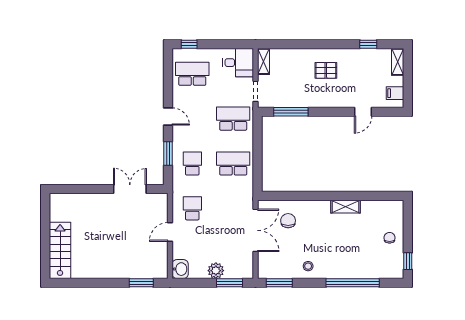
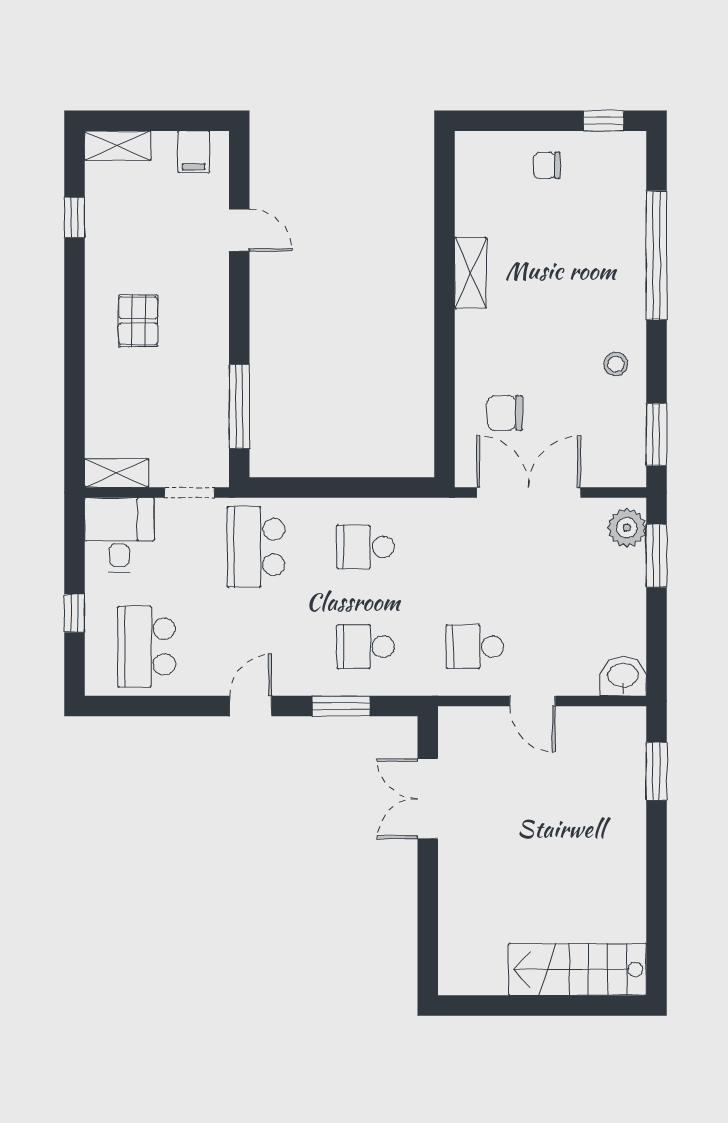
window: (189, 44) -> (74, 613), moved
school desk: (233, 163) -> (365, 547), width x0.54
plant: (216, 271) -> (627, 528), moved

